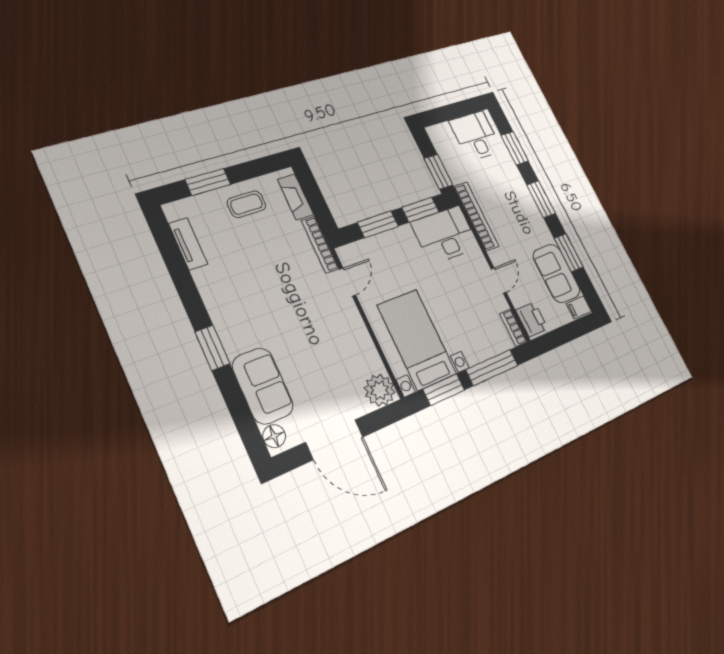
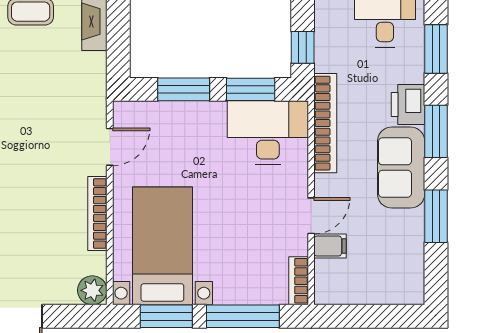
window: (438, 172) -> (303, 47), width x0.67
bookcase: (320, 245) -> (97, 213), moved
sofa: (556, 273) -> (401, 168), moved
filing cabinet: (579, 307) -> (330, 246), moved, turned 180
printer: (532, 319) -> (408, 105), moved, turned 180
plant: (380, 390) -> (92, 290), width x0.73, depth x0.73

